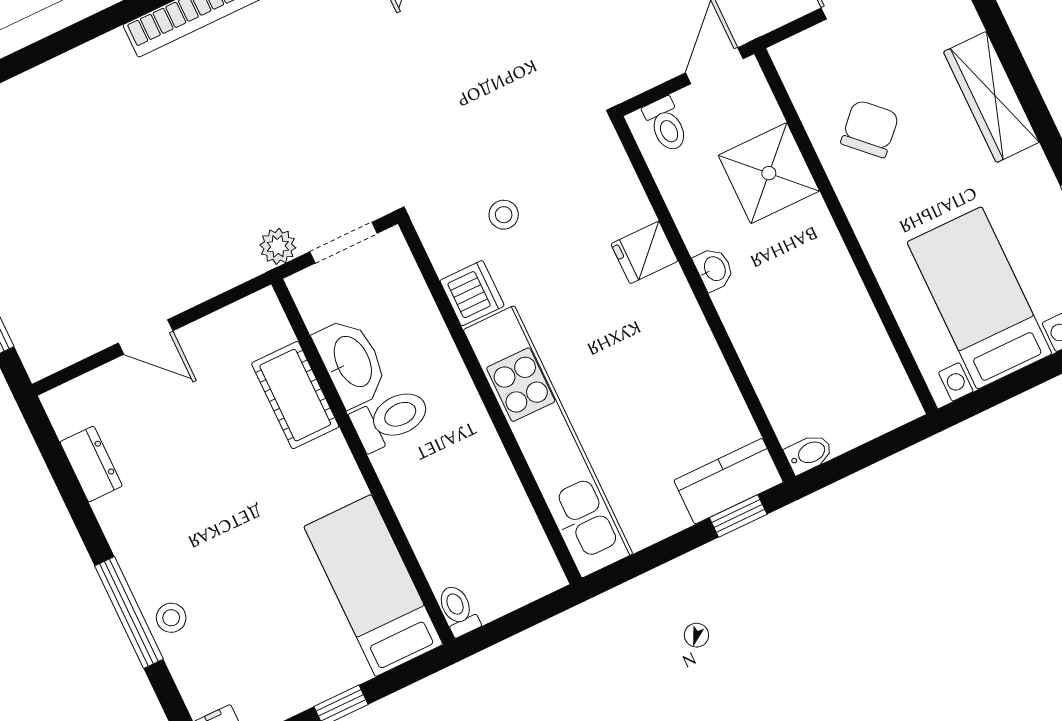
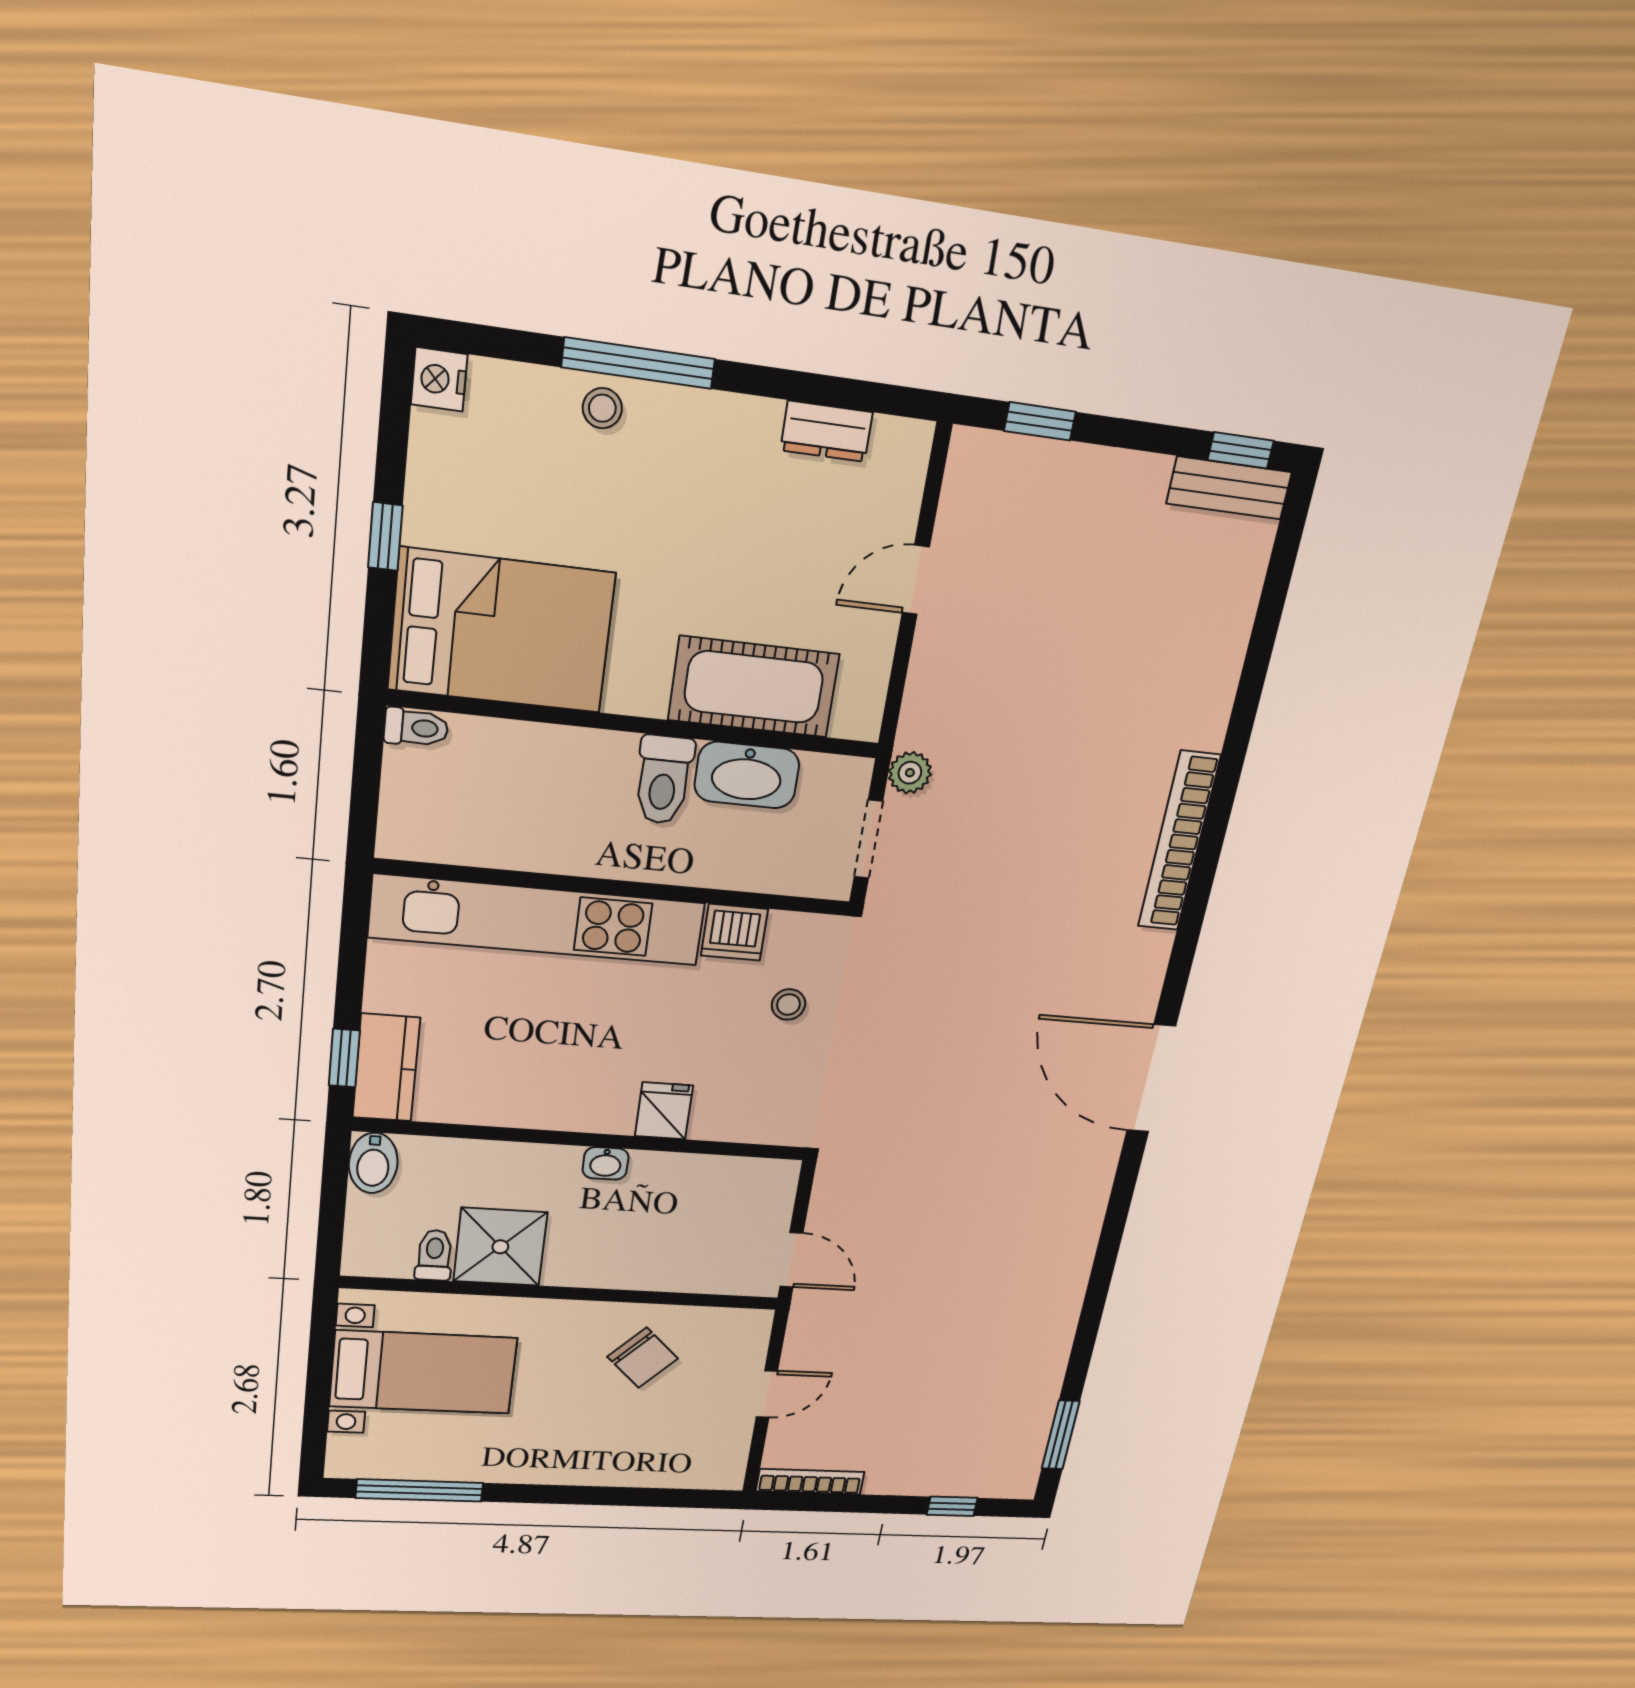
wardrobe: (991, 97) -> (601, 1466), removed
toilet: (666, 125) -> (434, 1255), moved, turned 90
shower: (769, 173) -> (500, 1247), moved
cot: (295, 395) -> (754, 687), width x1.37, depth x1.34
bidet: (809, 454) -> (373, 1163), width x1.38, depth x1.36
bed: (373, 585) -> (501, 631), width x1.50

